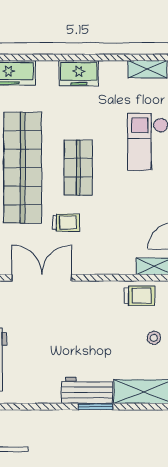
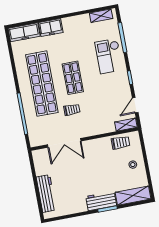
freezer: (79, 73) -> (51, 28), moved
double door: (42, 278) -> (64, 143), swing flipped

